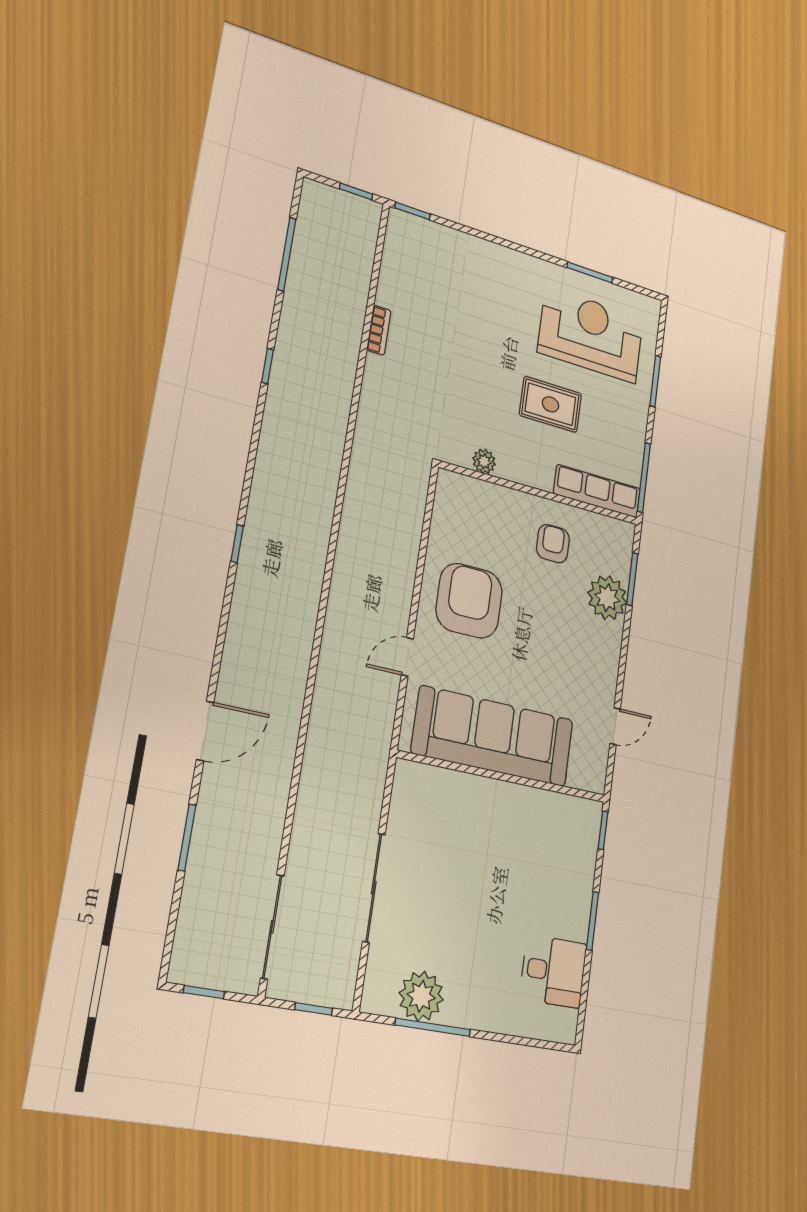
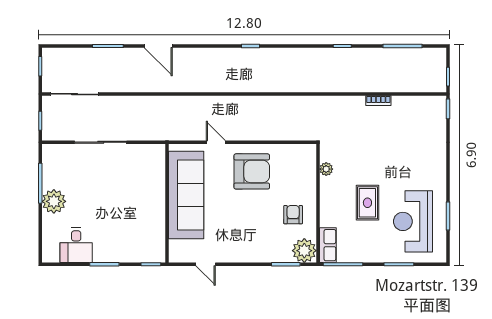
reception desk: (591, 335) -> (413, 221), turned 180
row of seats: (597, 491) -> (328, 245), width x0.68
armchair: (553, 544) -> (293, 215), turned -90
plant: (607, 598) -> (304, 251), moved
plant: (421, 996) -> (54, 201), moved

